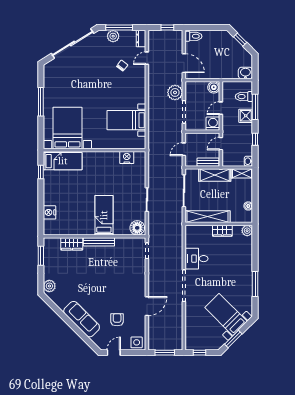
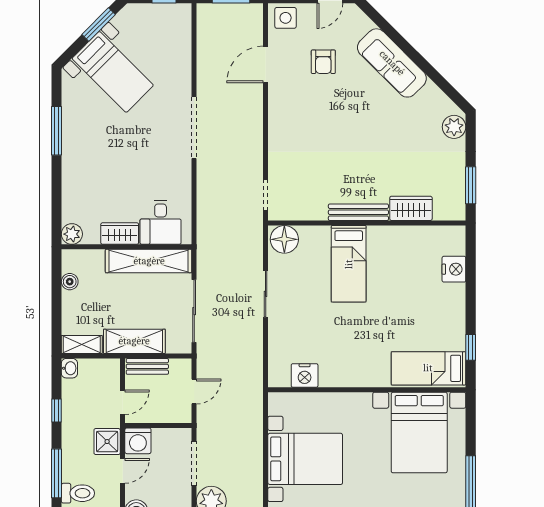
shower: (246, 116) -> (107, 442), moved
bed with nightstands: (126, 120) -> (305, 459), width x1.36
desk: (197, 259) -> (161, 222), moved, turned 90
door: (147, 306) -> (266, 64), moved

